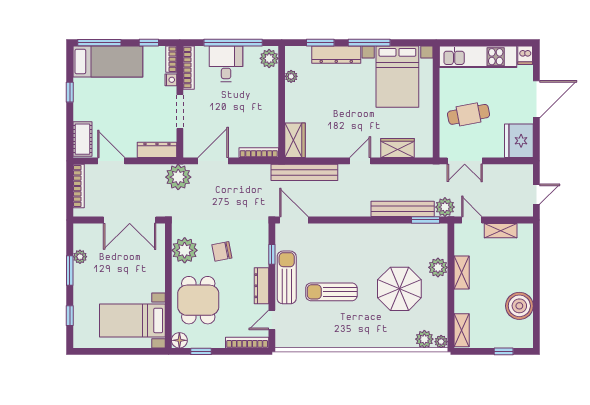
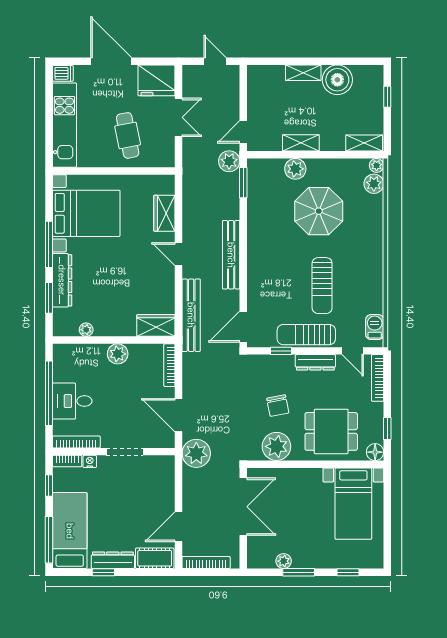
plant: (269, 58) -> (118, 354), moved
dresser: (157, 150) -> (113, 560), moved, turned 90
double door: (465, 161) -> (179, 117), moved
bench: (403, 209) -> (231, 255), moved
shelving: (501, 231) -> (303, 73), moved, turned 90
barbecue: (294, 340) -> (375, 327), added

